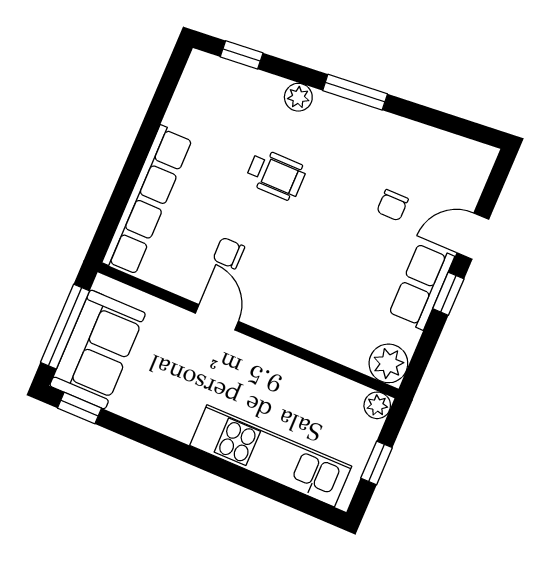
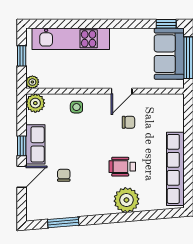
window: (242, 55) -> (161, 214), removed
window: (355, 92) -> (63, 222), moved
plant: (298, 97) -> (126, 200), width x1.87, depth x1.87
row of seats: (147, 200) -> (175, 169), moved
door: (217, 317) -> (122, 91), hinge flipped
side table: (314, 323) -> (76, 107), added

